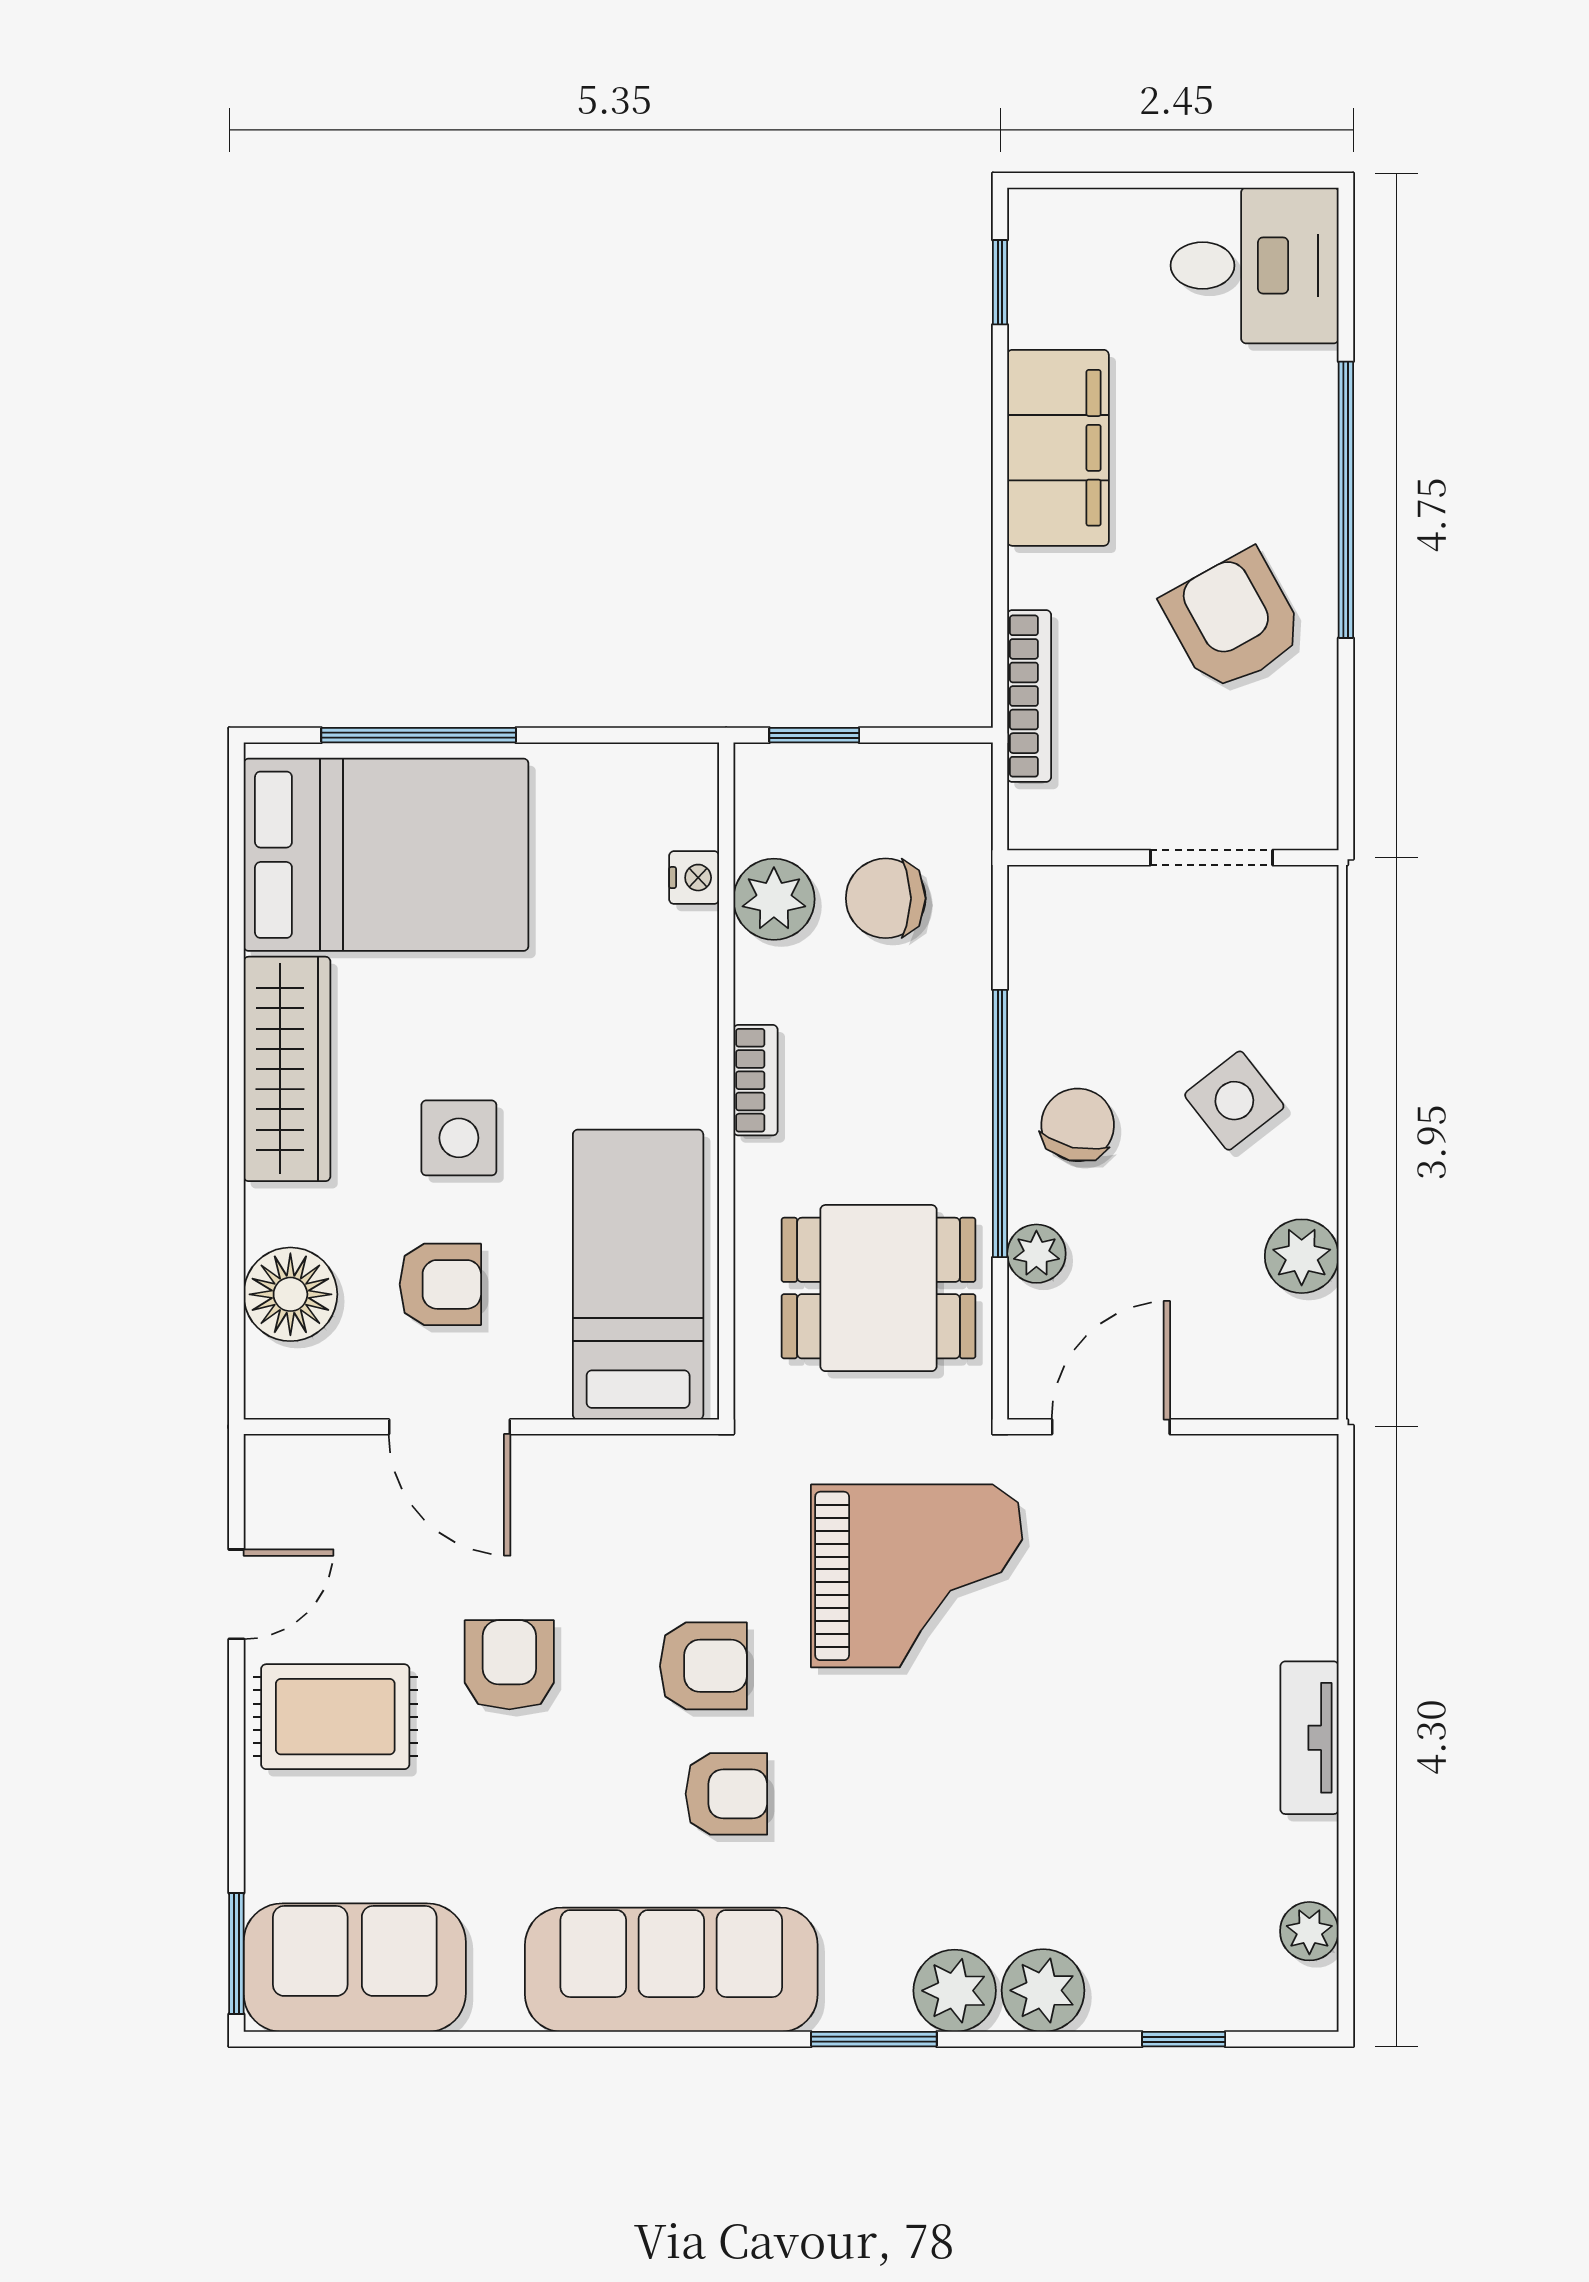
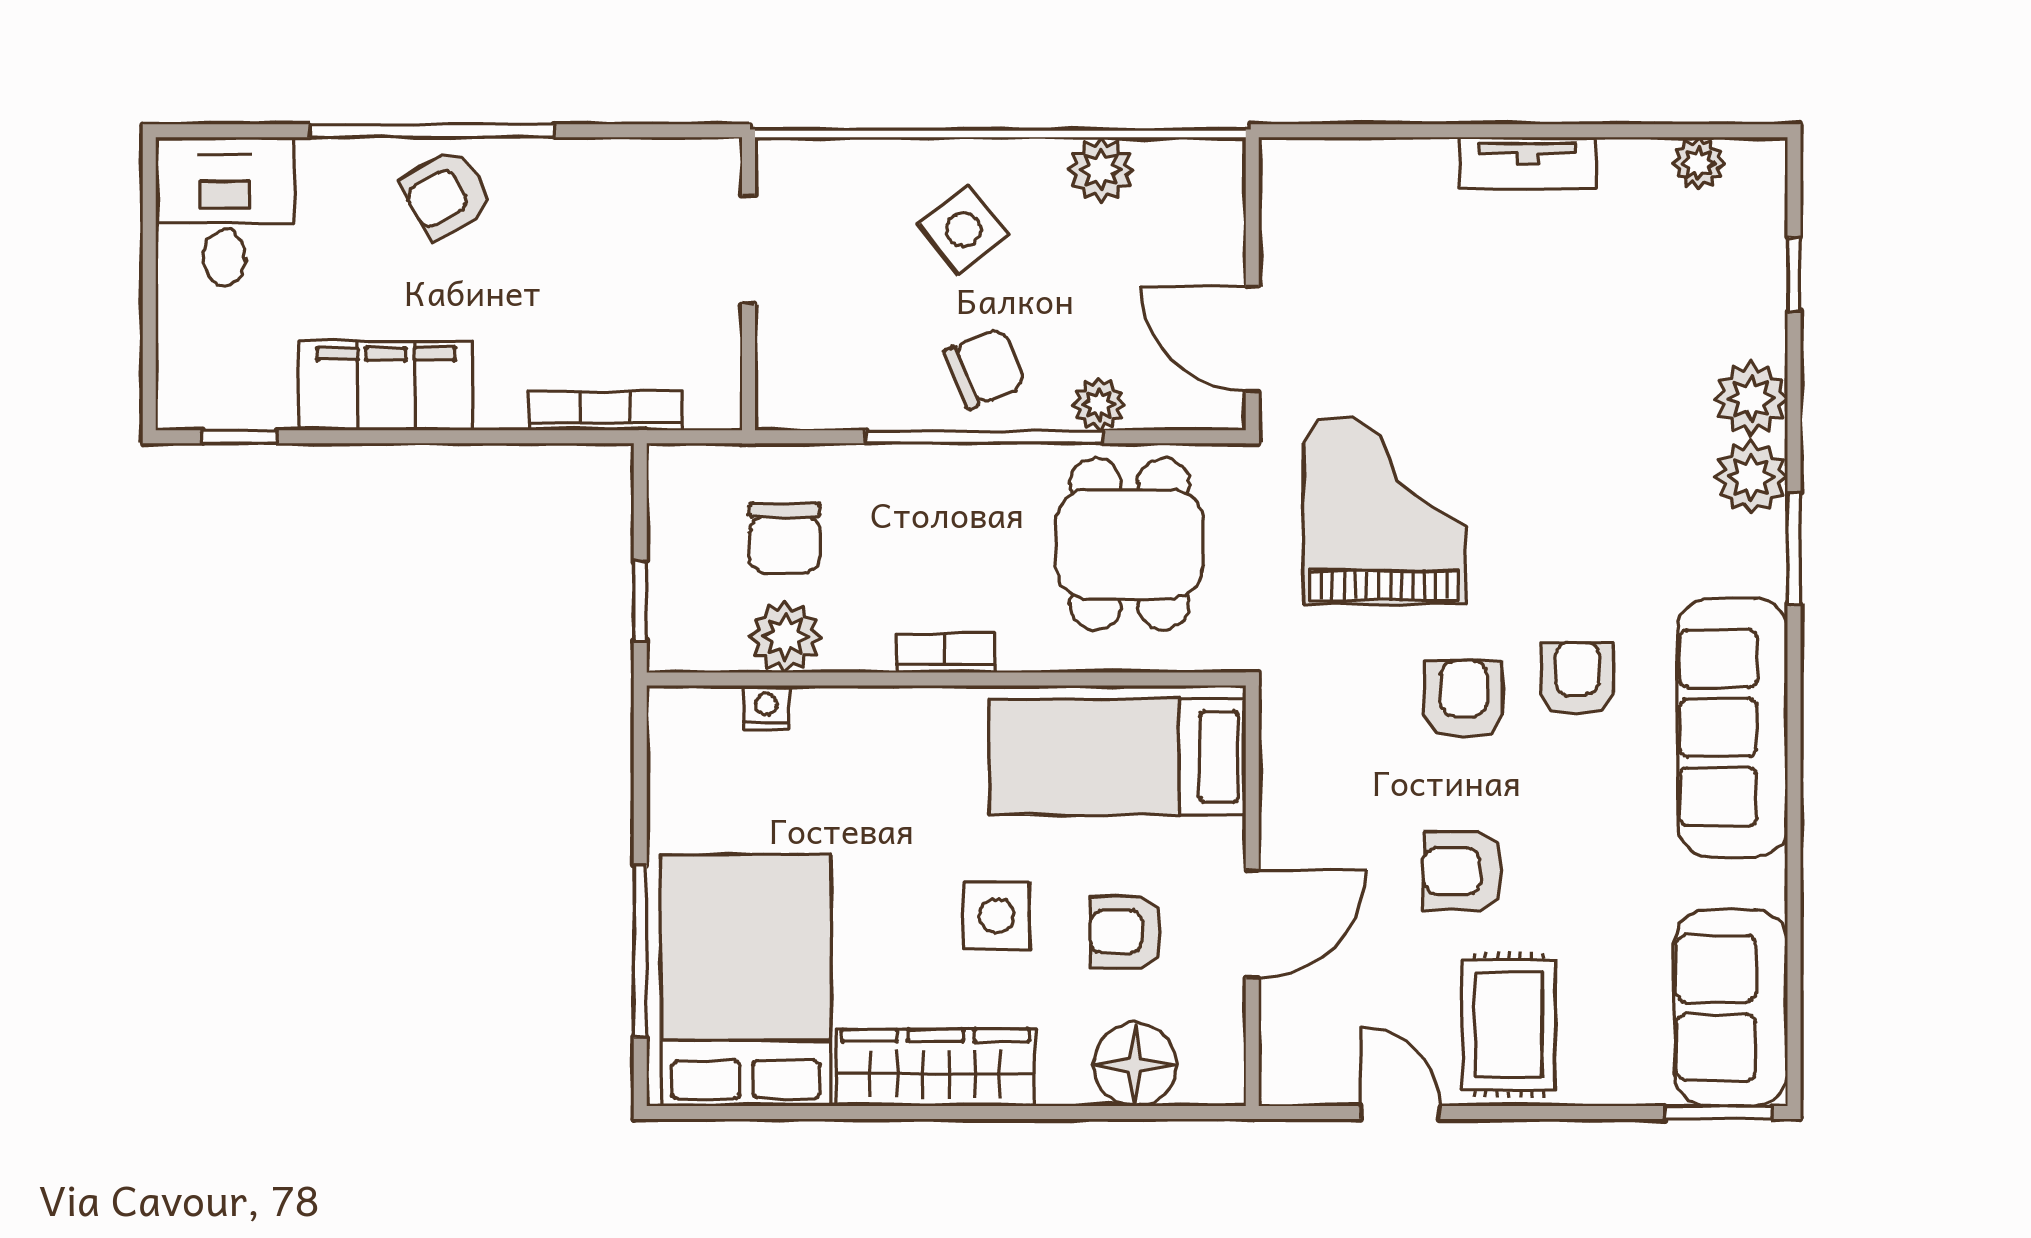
armchair: (1233, 621) -> (446, 194), moved, width x0.72, depth x0.72
chair: (1078, 1125) -> (985, 368), turned 144
armchair: (440, 1284) -> (1126, 932), turned -90

